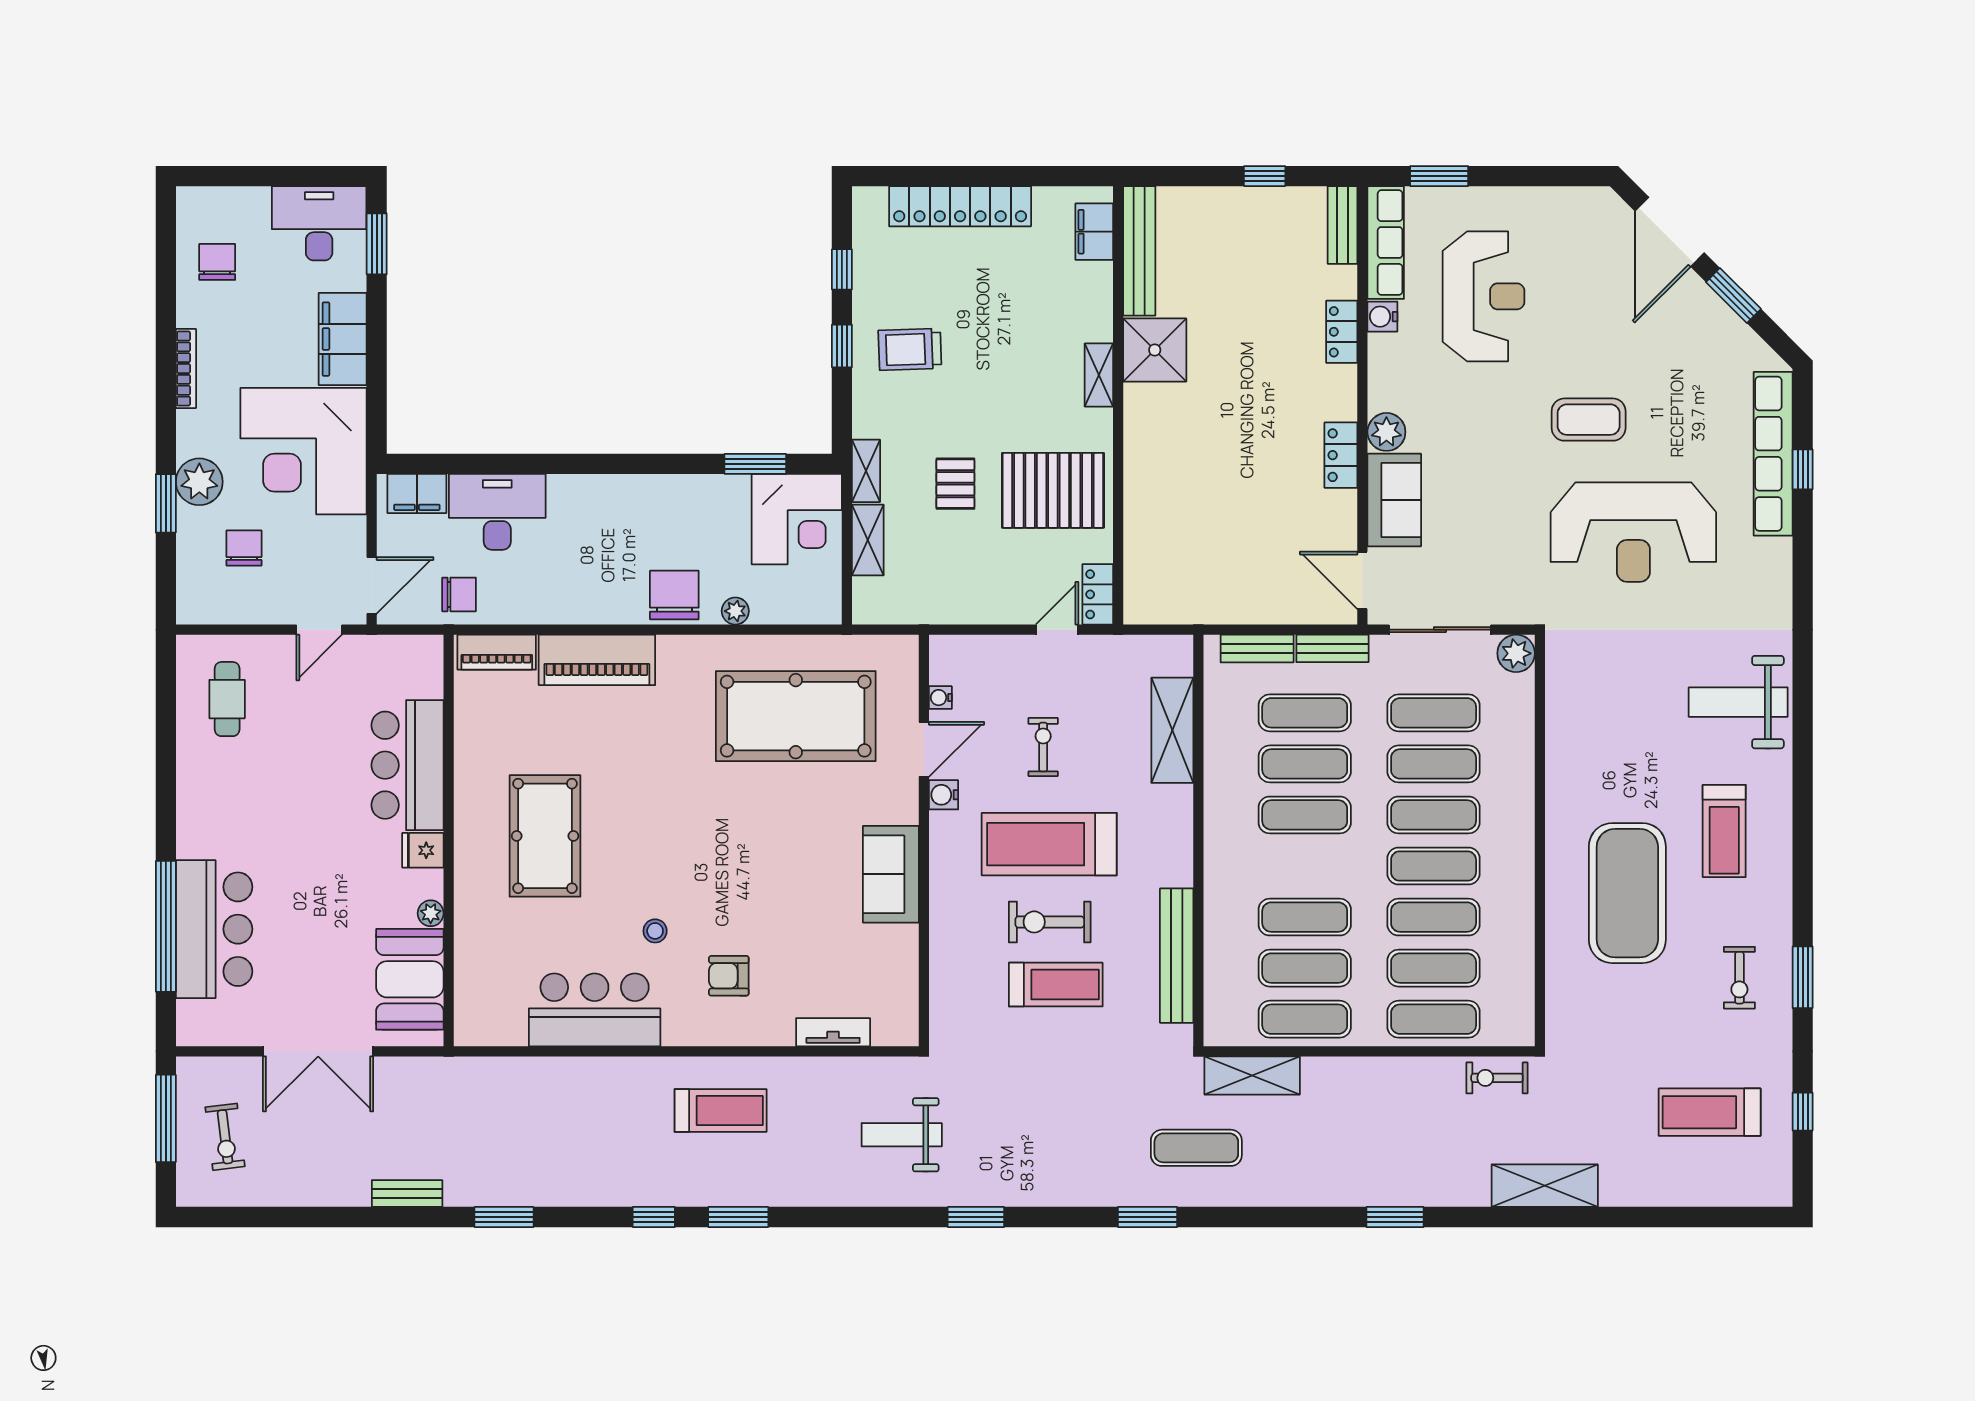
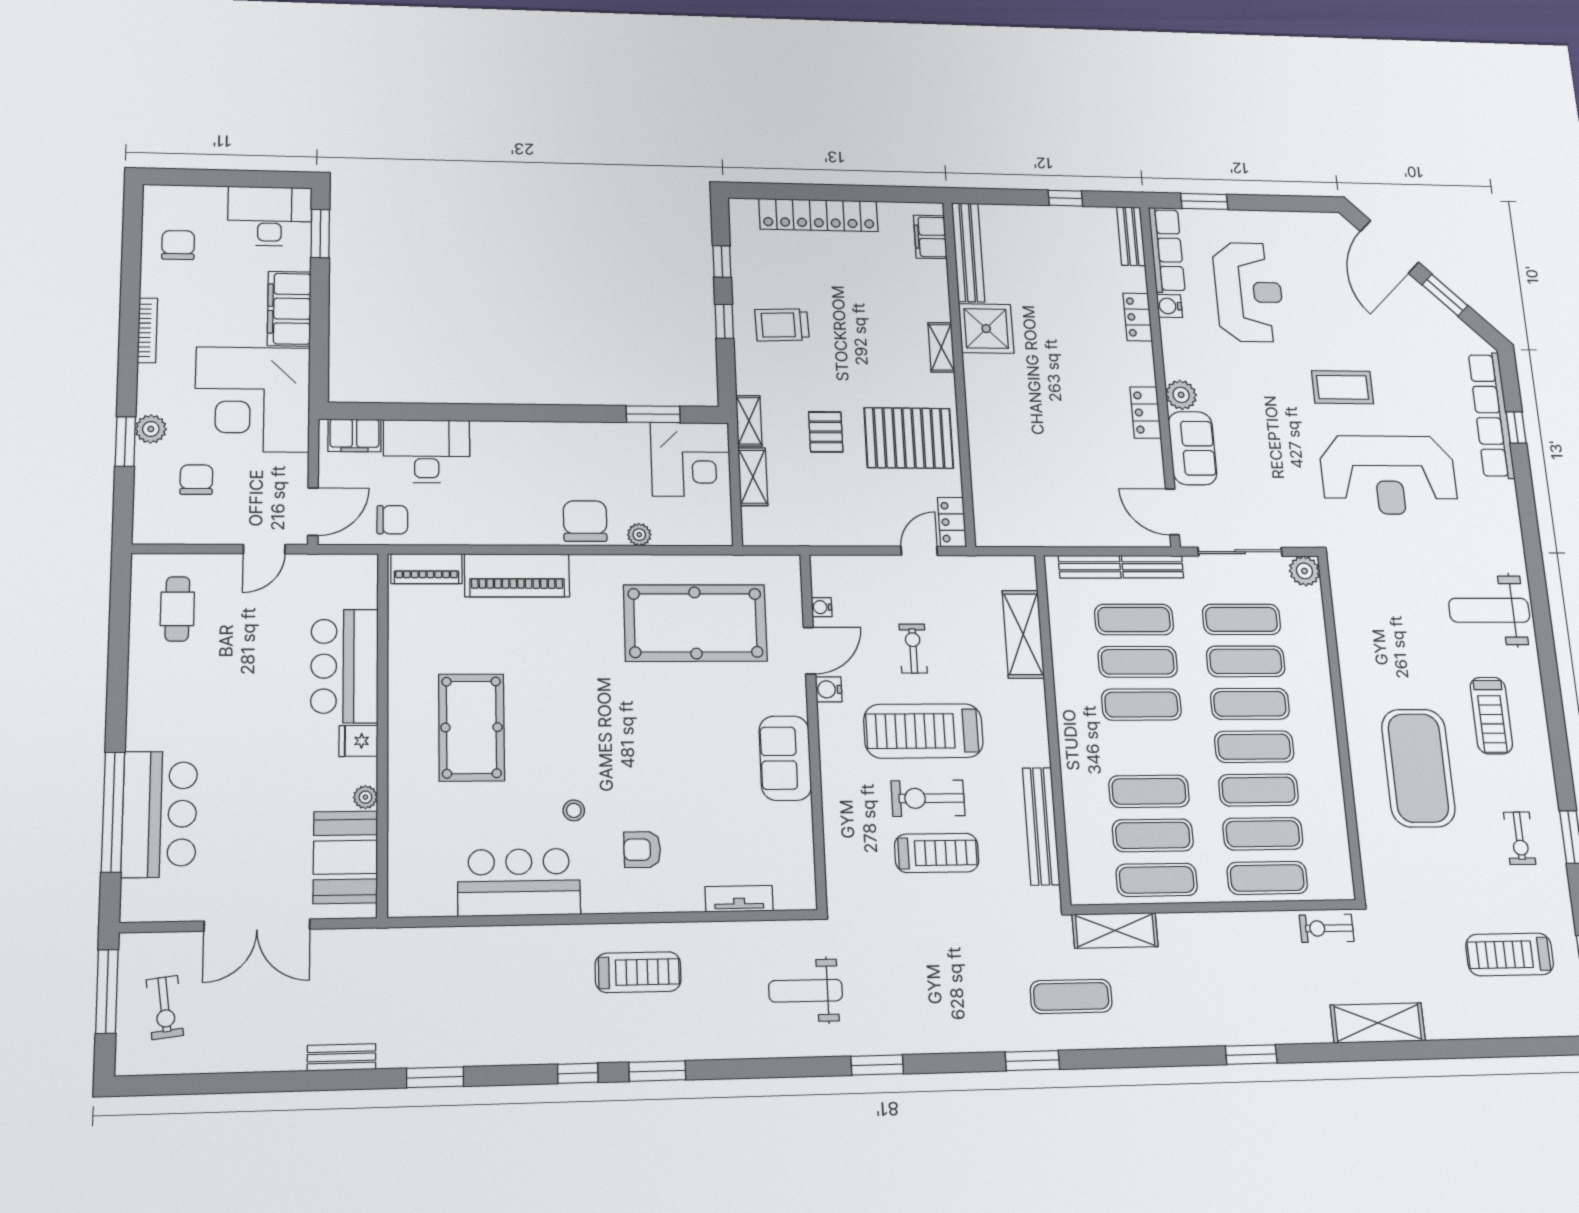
plant: (199, 482) -> (151, 429), width x0.73, depth x0.73

